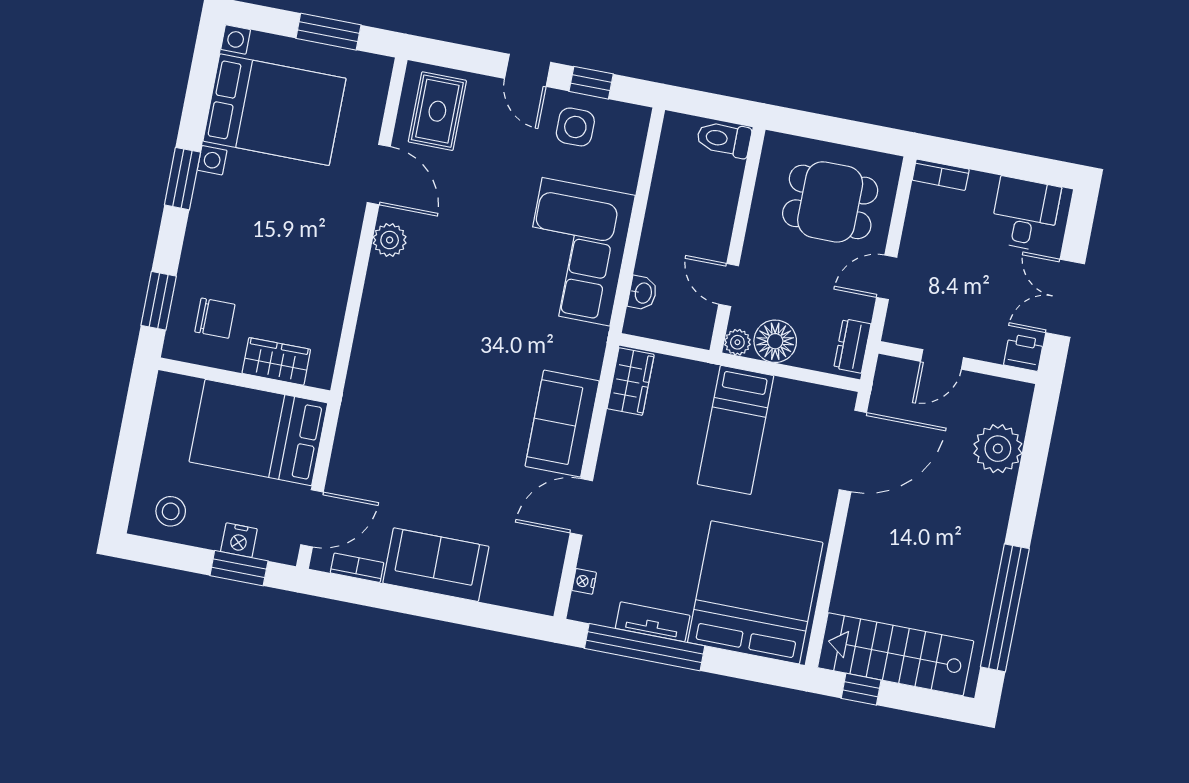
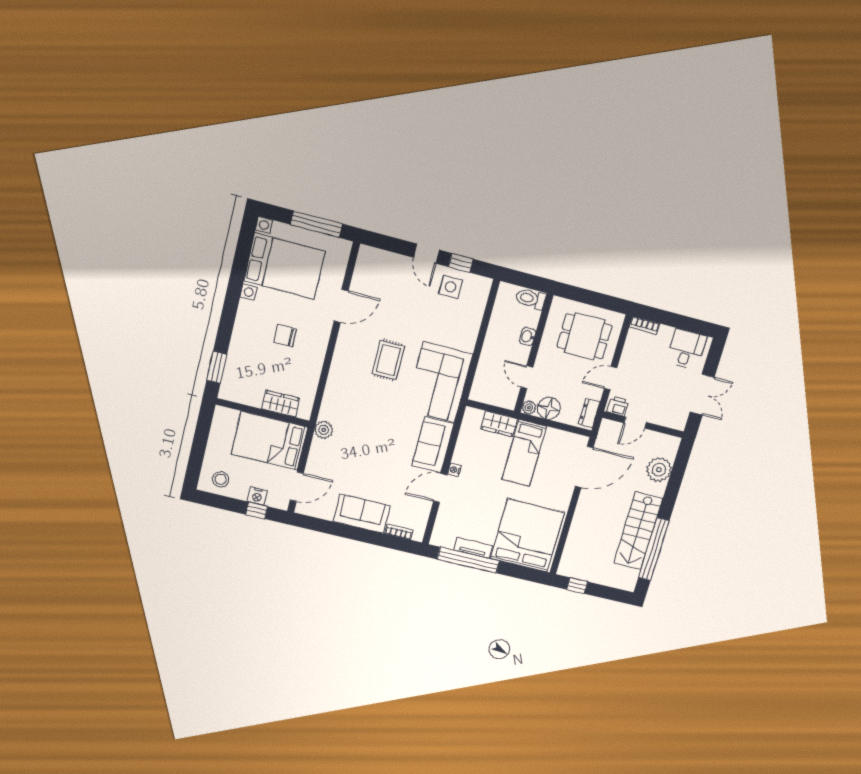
window: (328, 32) -> (317, 224), width x1.44
rug: (437, 111) -> (388, 360), moved
door: (379, 175) -> (341, 306), hinge flipped
window: (182, 179) -> (232, 301), removed
plant: (390, 240) -> (324, 430), moved
corner sofa: (576, 252) -> (439, 382), moved
washbasin: (643, 293) -> (528, 337), moved, turned 180
double door: (1065, 298) -> (702, 395), swing flipped
chair: (215, 318) -> (285, 336), moved, turned 180
printer: (1024, 353) -> (618, 406), moved
wardrobe: (631, 382) -> (499, 424), moved, turned 90
window: (239, 568) -> (257, 510), width x0.67
bookcase: (357, 568) -> (399, 532), moved
nightstand: (584, 581) -> (454, 470), moved
stairs: (896, 654) -> (638, 531), moved, turned -90

